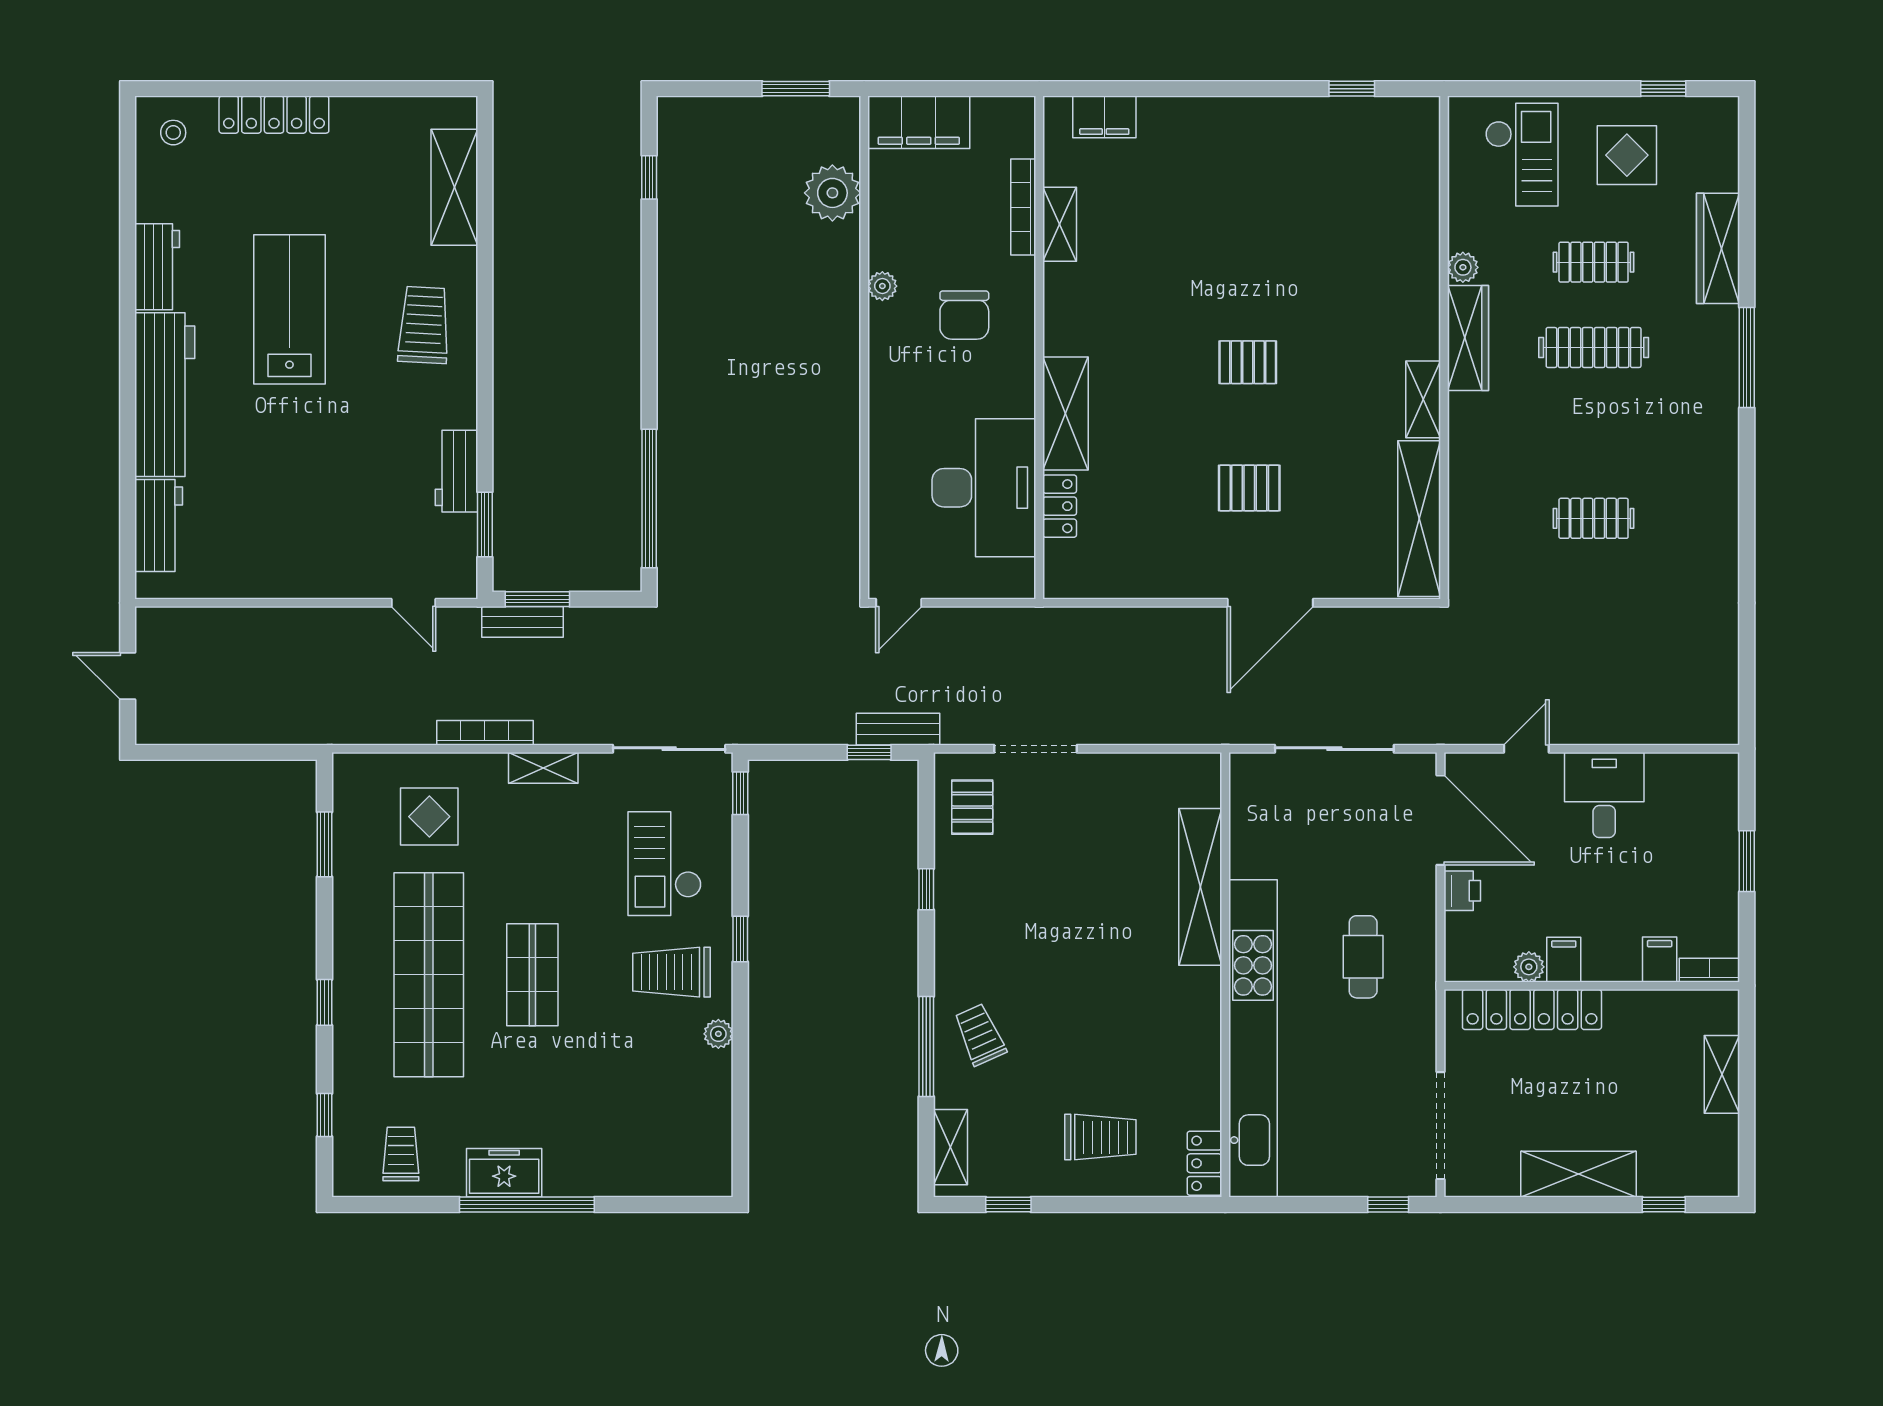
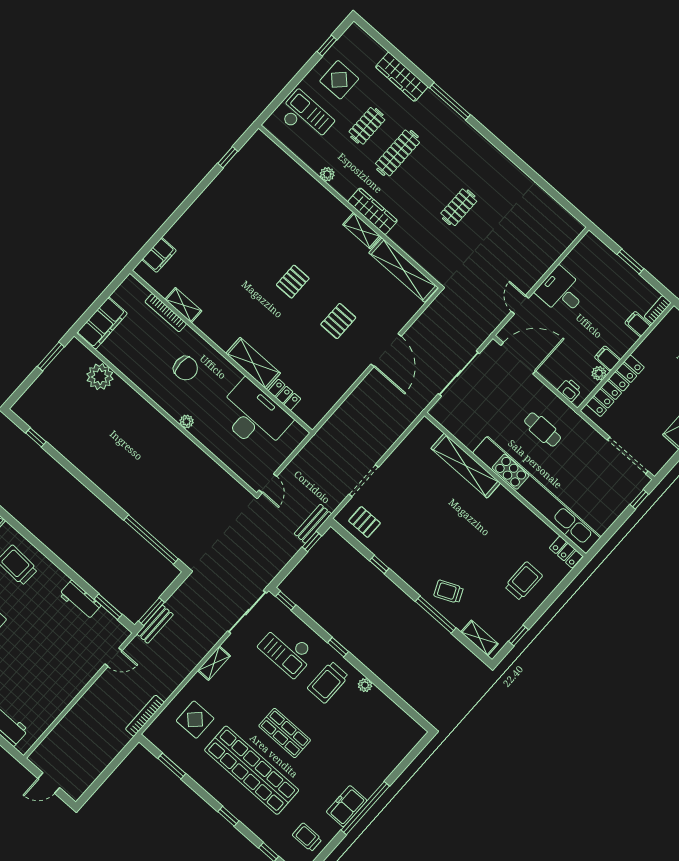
plant: (882, 286) -> (187, 422), moved
wardrobe: (1468, 338) -> (373, 211), moved
bookcase: (485, 733) -> (145, 716), moved
printer: (1462, 891) -> (570, 390), moved

